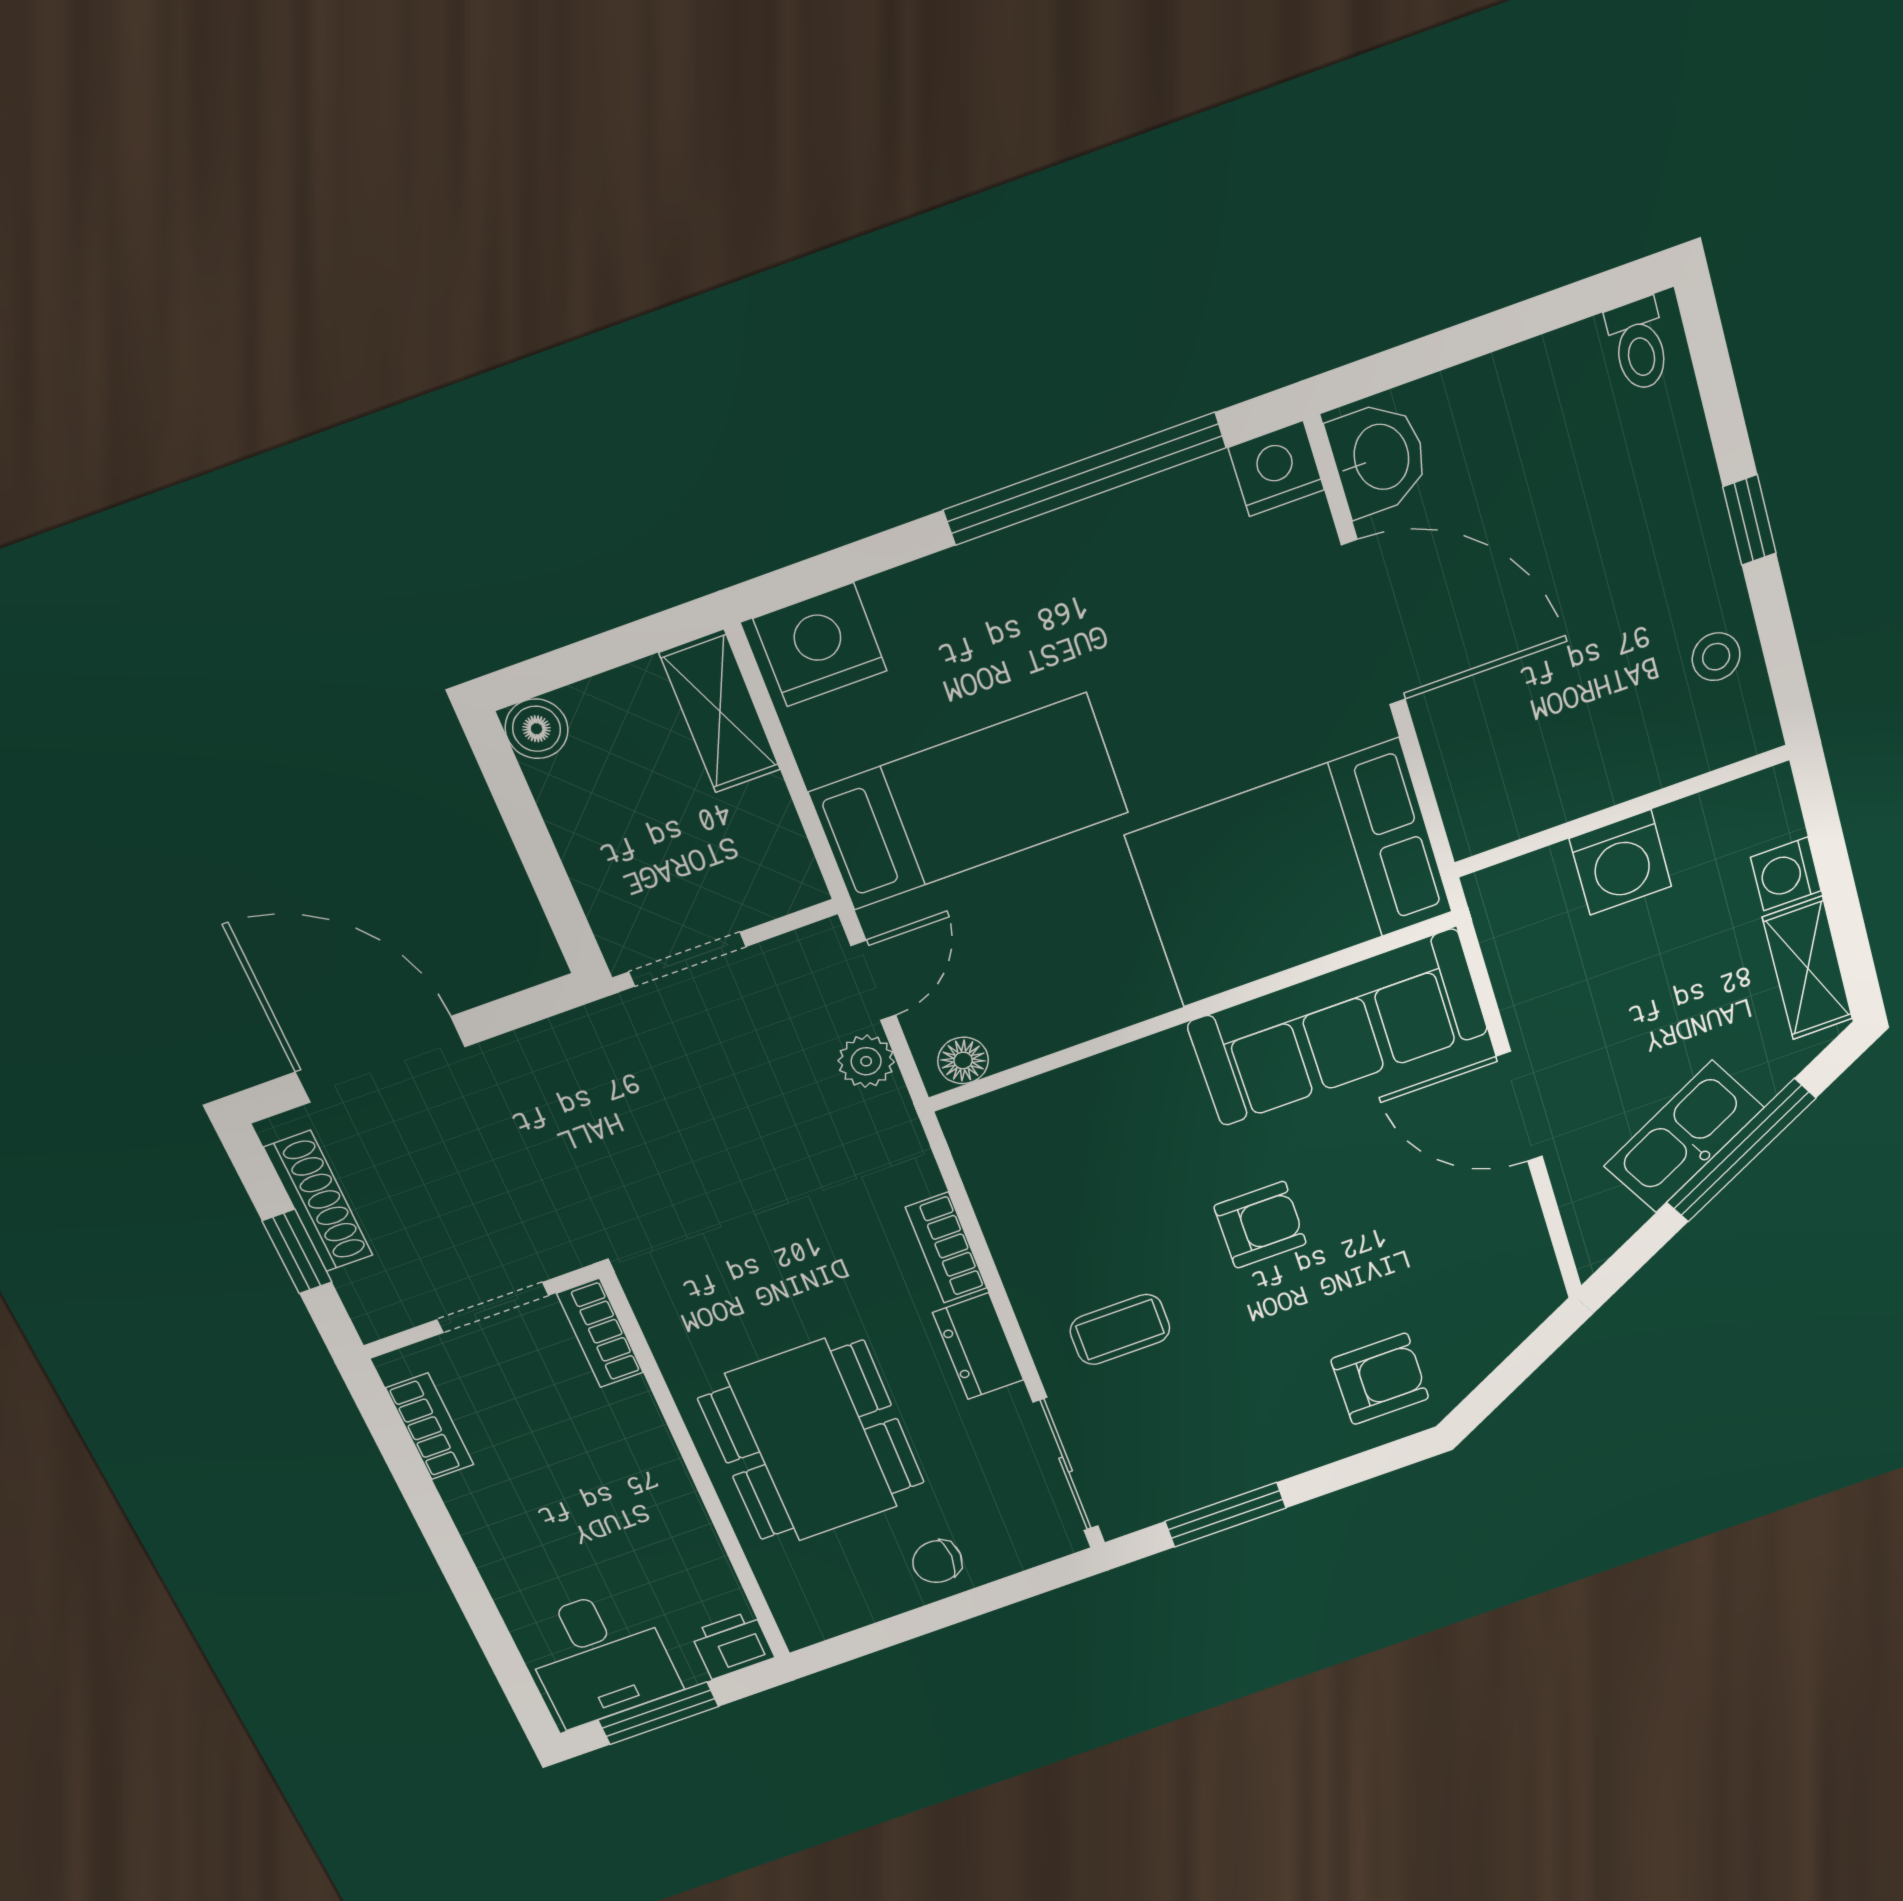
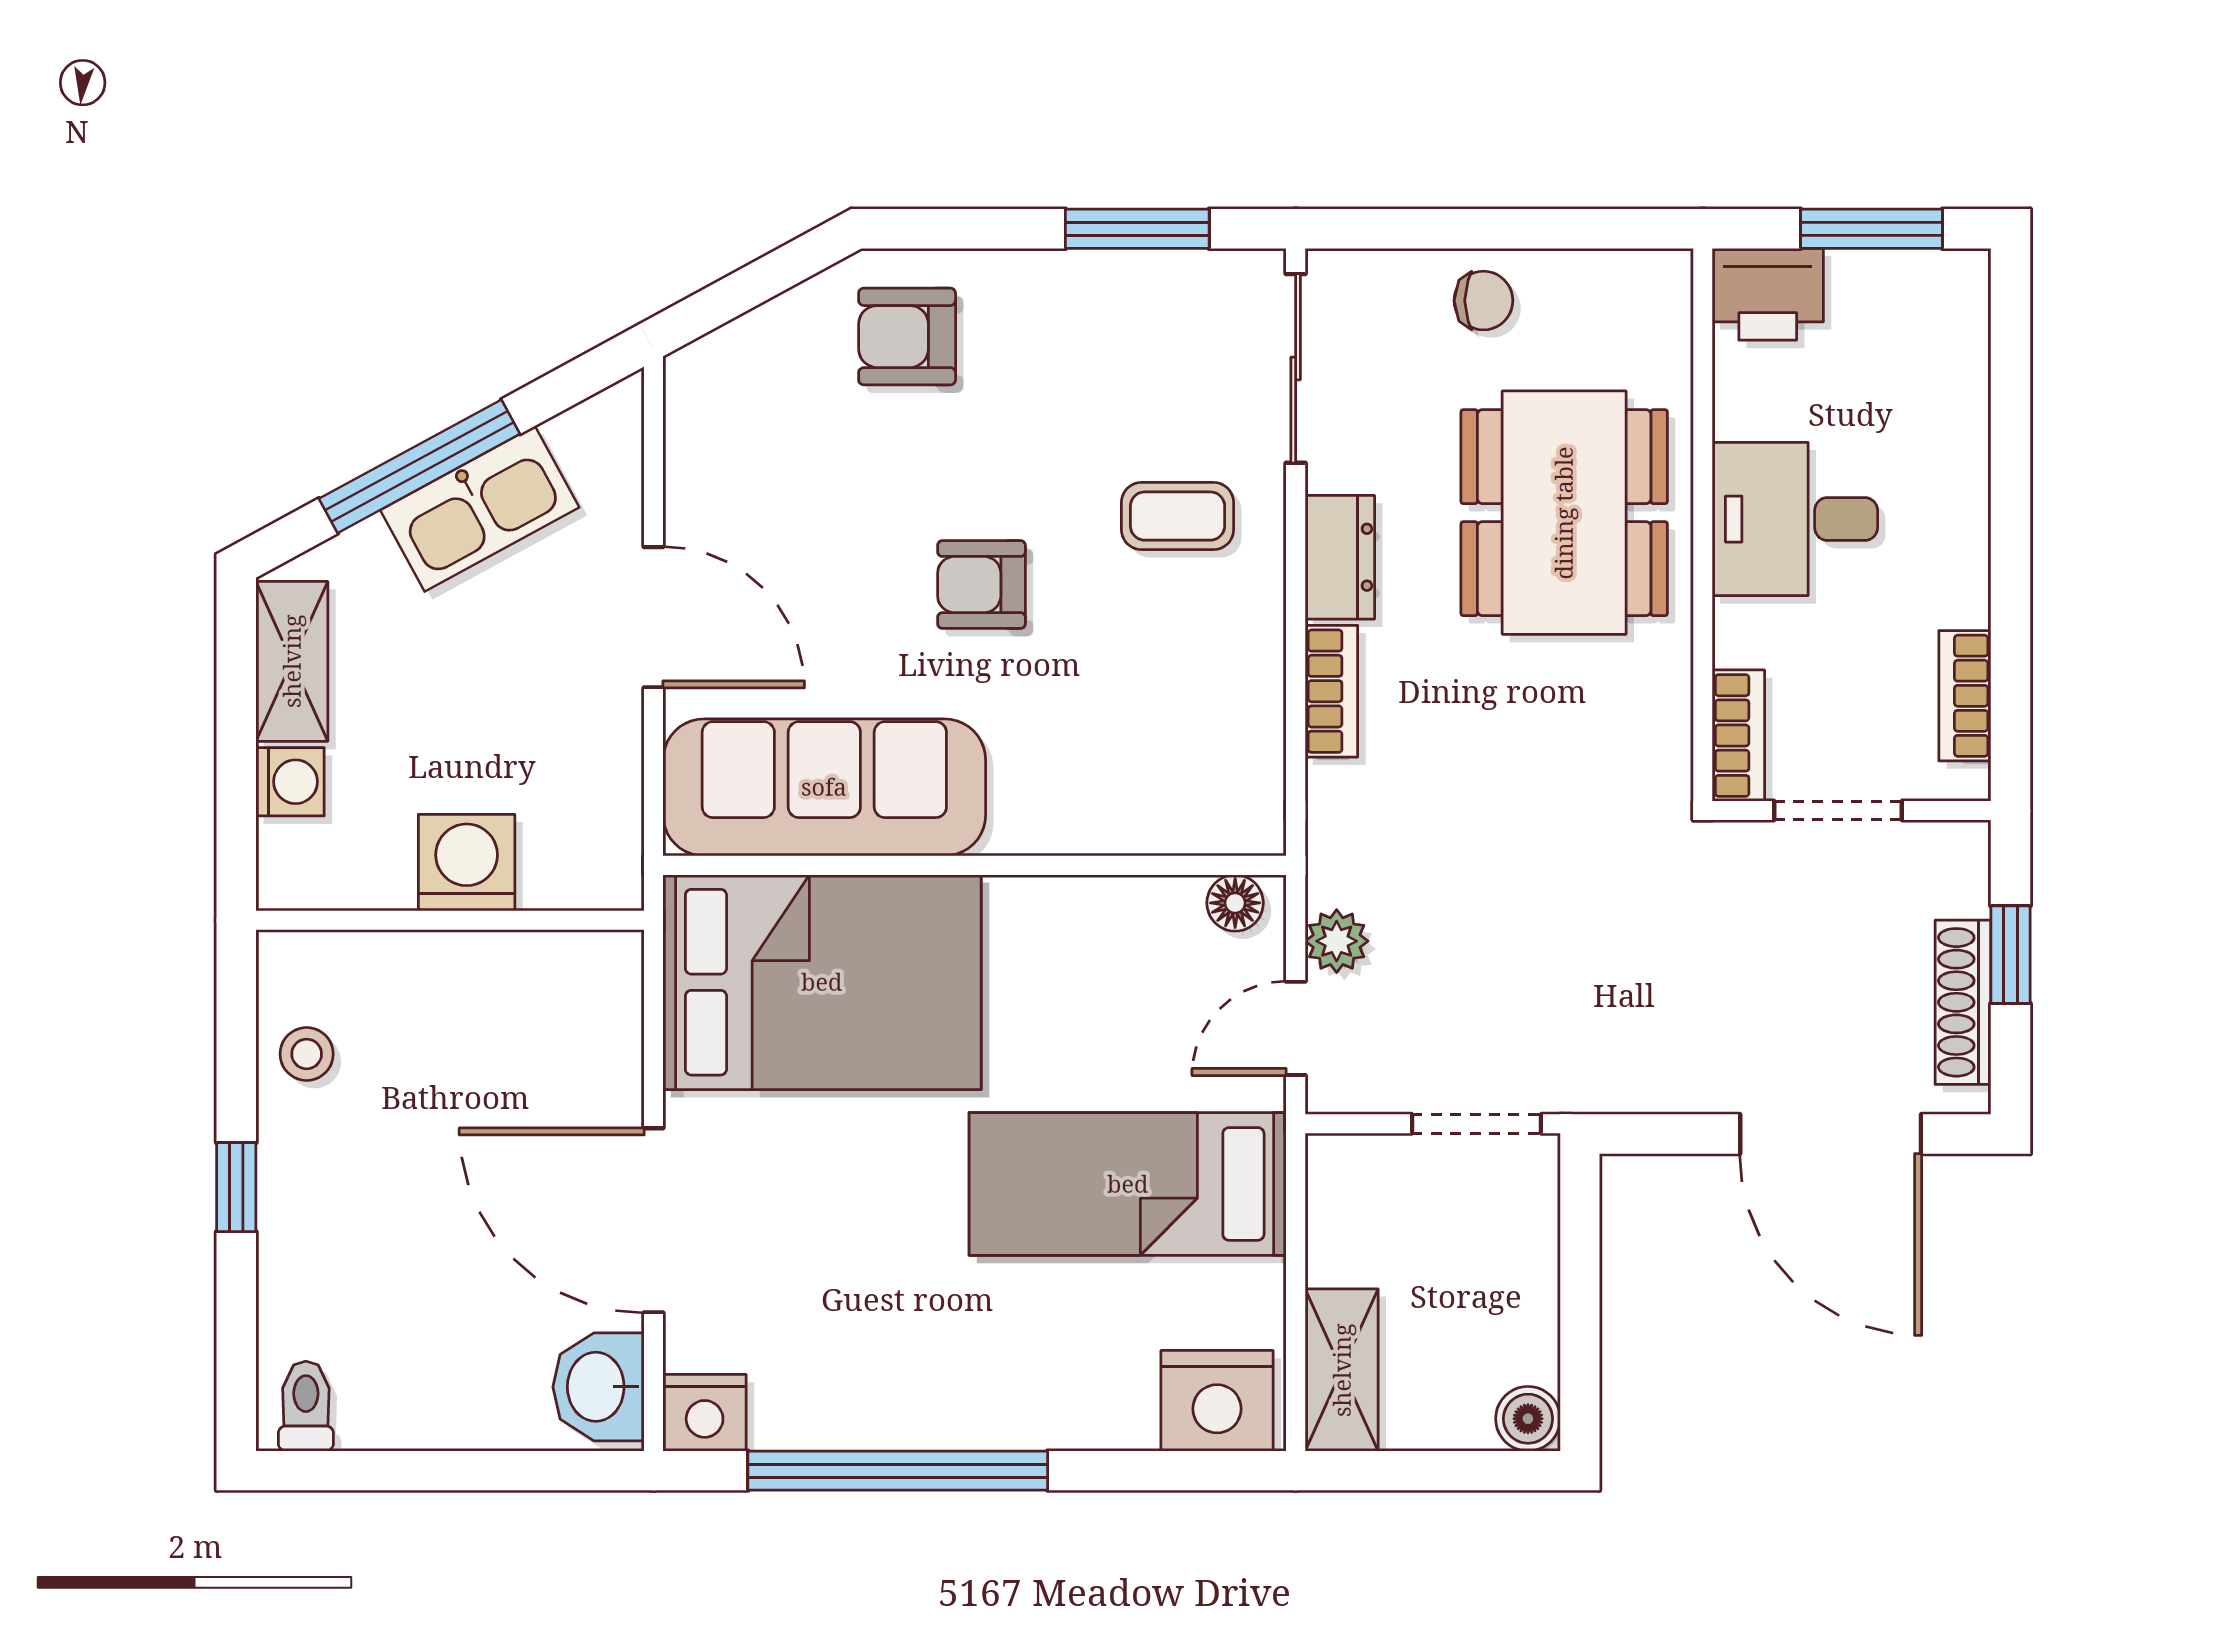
printer: (732, 1645) -> (1768, 294), width x1.36, depth x1.24
desk: (599, 1657) -> (1795, 519), moved, turned -90

